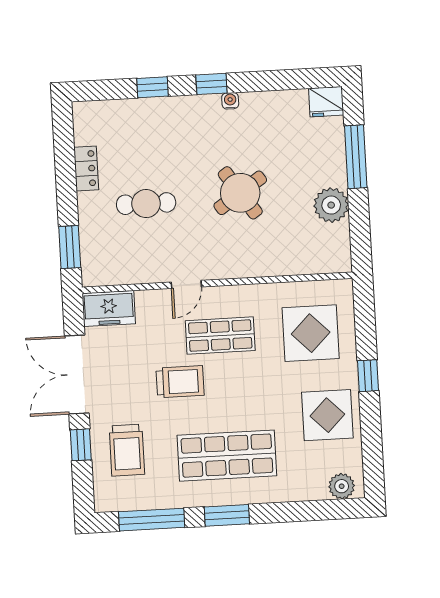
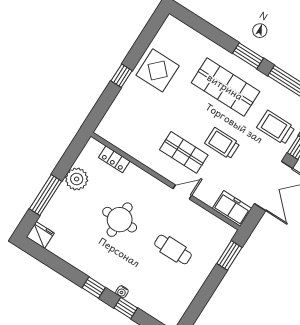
water cooler: (230, 101) -> (122, 292), moved
locker: (86, 168) -> (114, 159), moved, turned -90
round table: (240, 193) -> (120, 220), turned 34
display table: (311, 333) -> (136, 120), removed
trolley: (127, 450) -> (276, 128), turned -90
plant: (342, 486) -> (177, 28), removed

